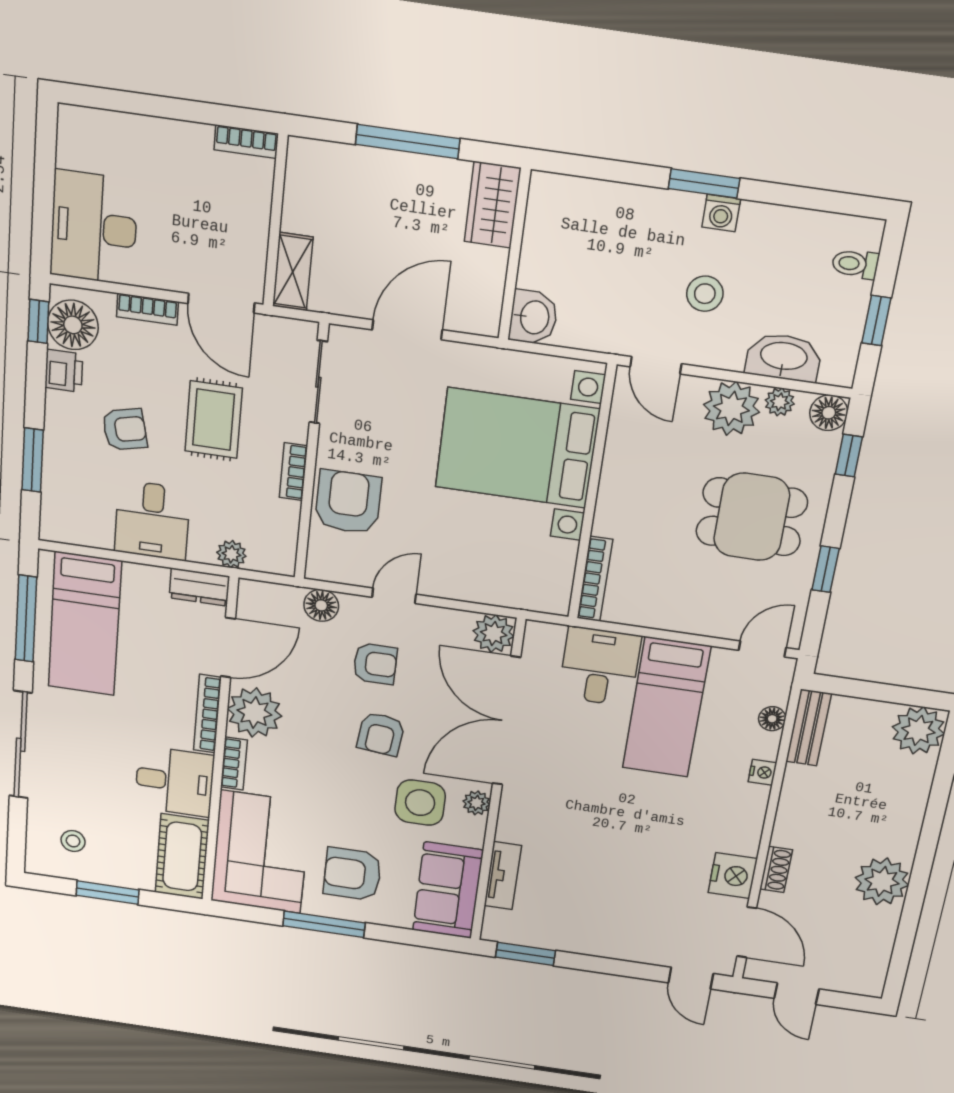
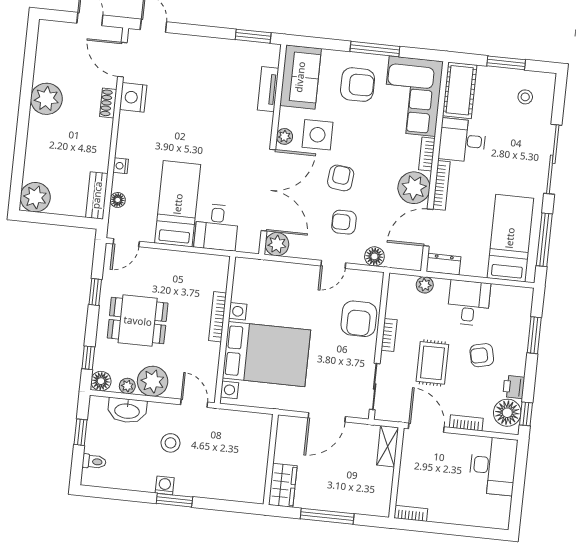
washbasin: (533, 317) -> (260, 427), removed
bookcase: (595, 579) -> (218, 317), moved

